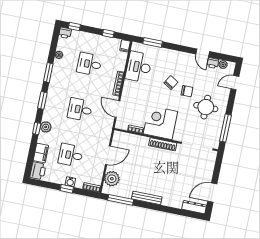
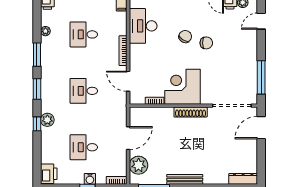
round table: (206, 107) -> (233, 57), removed
filing cabinet: (41, 153) -> (48, 152), removed
door: (212, 193) -> (261, 128), moved

